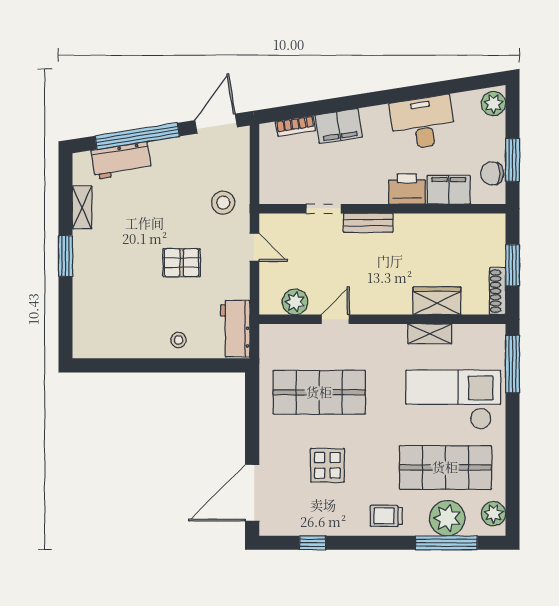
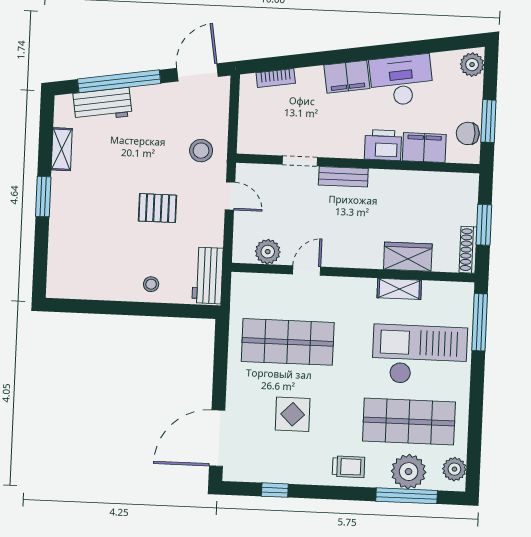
filing cabinet: (339, 126) -> (347, 77), moved
trolley: (386, 516) -> (349, 467), turned 180

